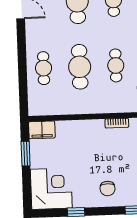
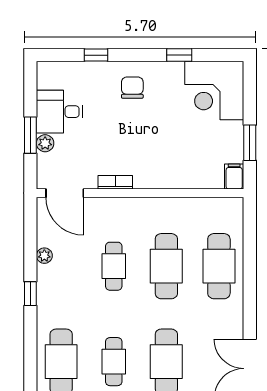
cafe table: (44, 68) -> (219, 266), width x1.37, depth x1.35
filing cabinet: (42, 130) -> (234, 176), width x0.50

